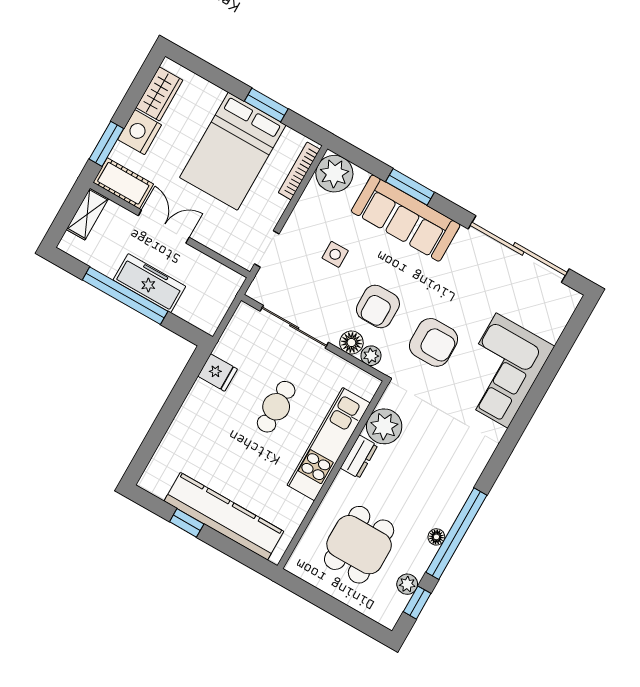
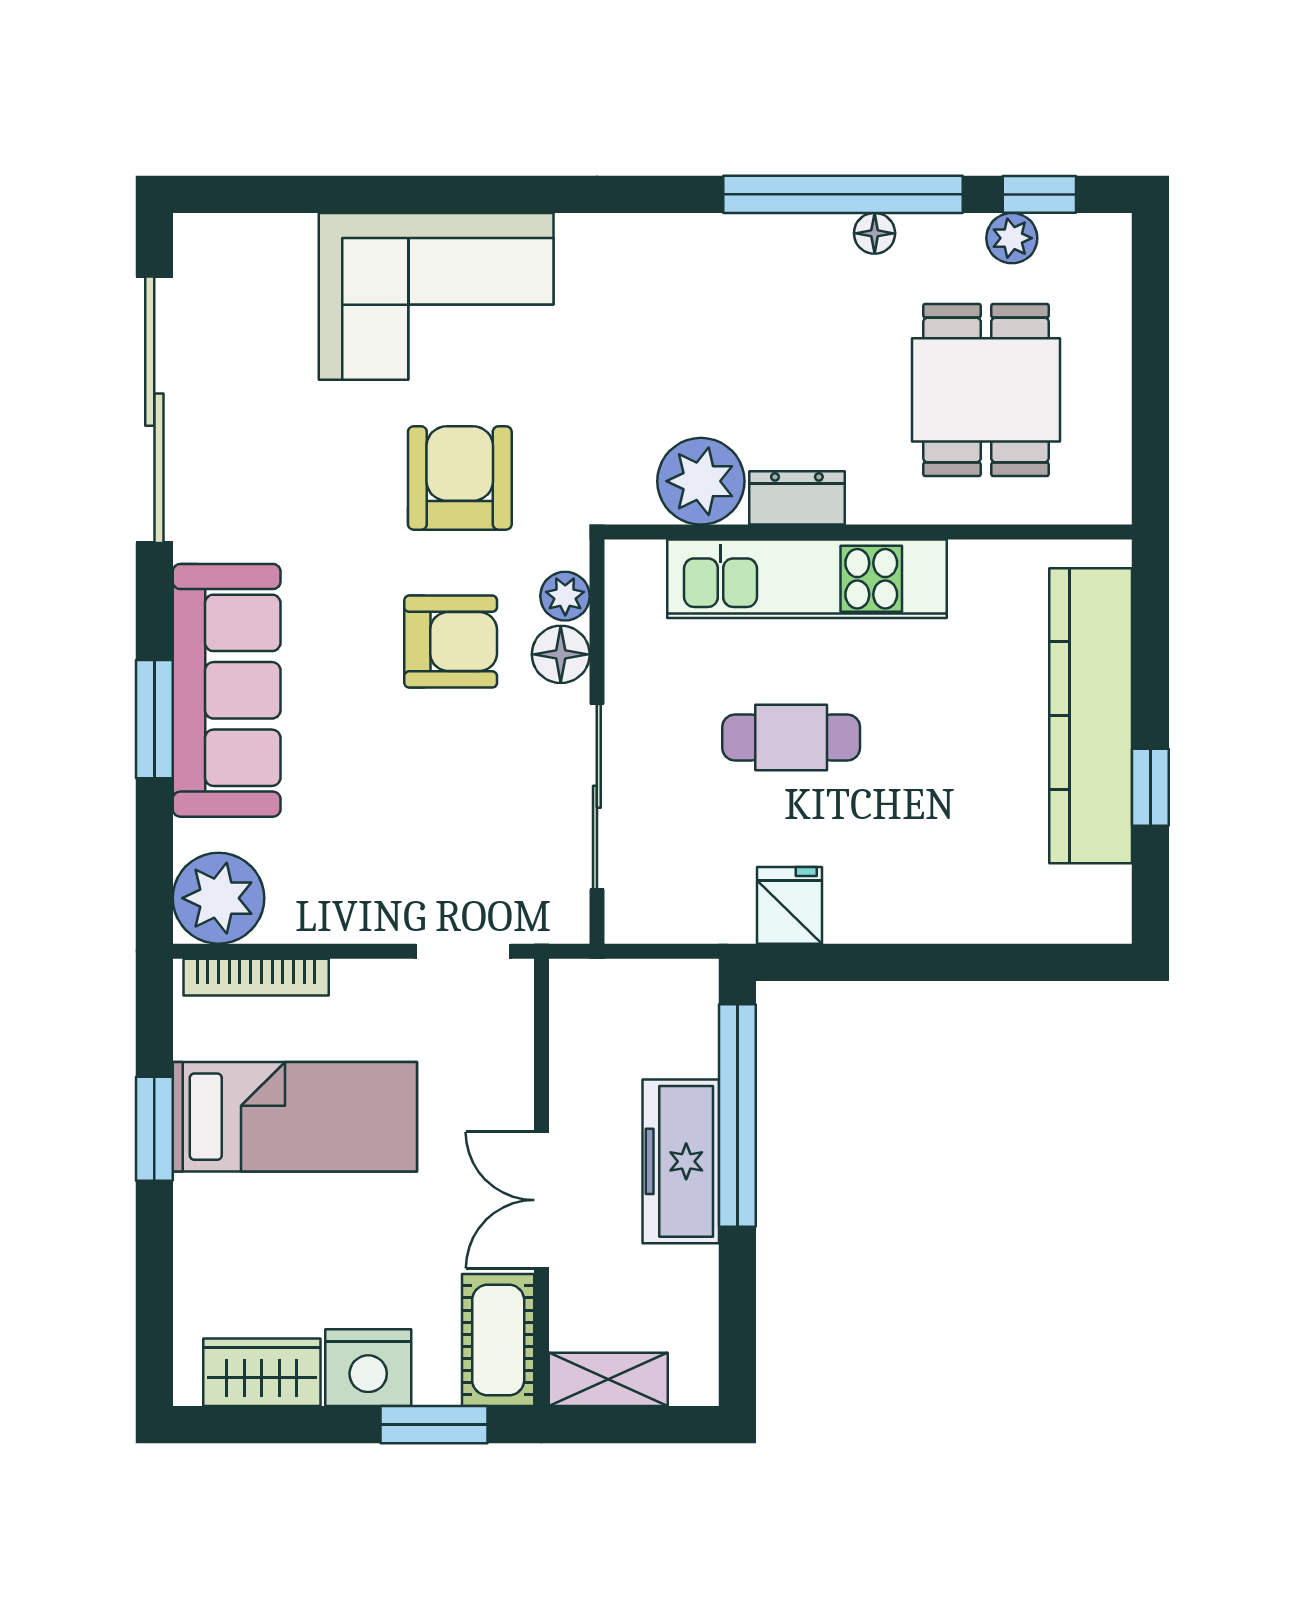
bed: (233, 151) -> (295, 1117), width x0.67
side table: (335, 254) -> (391, 797), removed
window: (125, 296) -> (737, 1115), moved
dining table: (359, 545) -> (986, 390), turned 90

